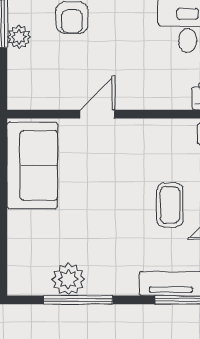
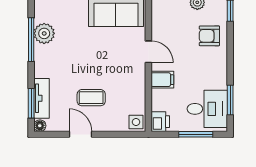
filing cabinet: (141, 92) -> (162, 80), added

